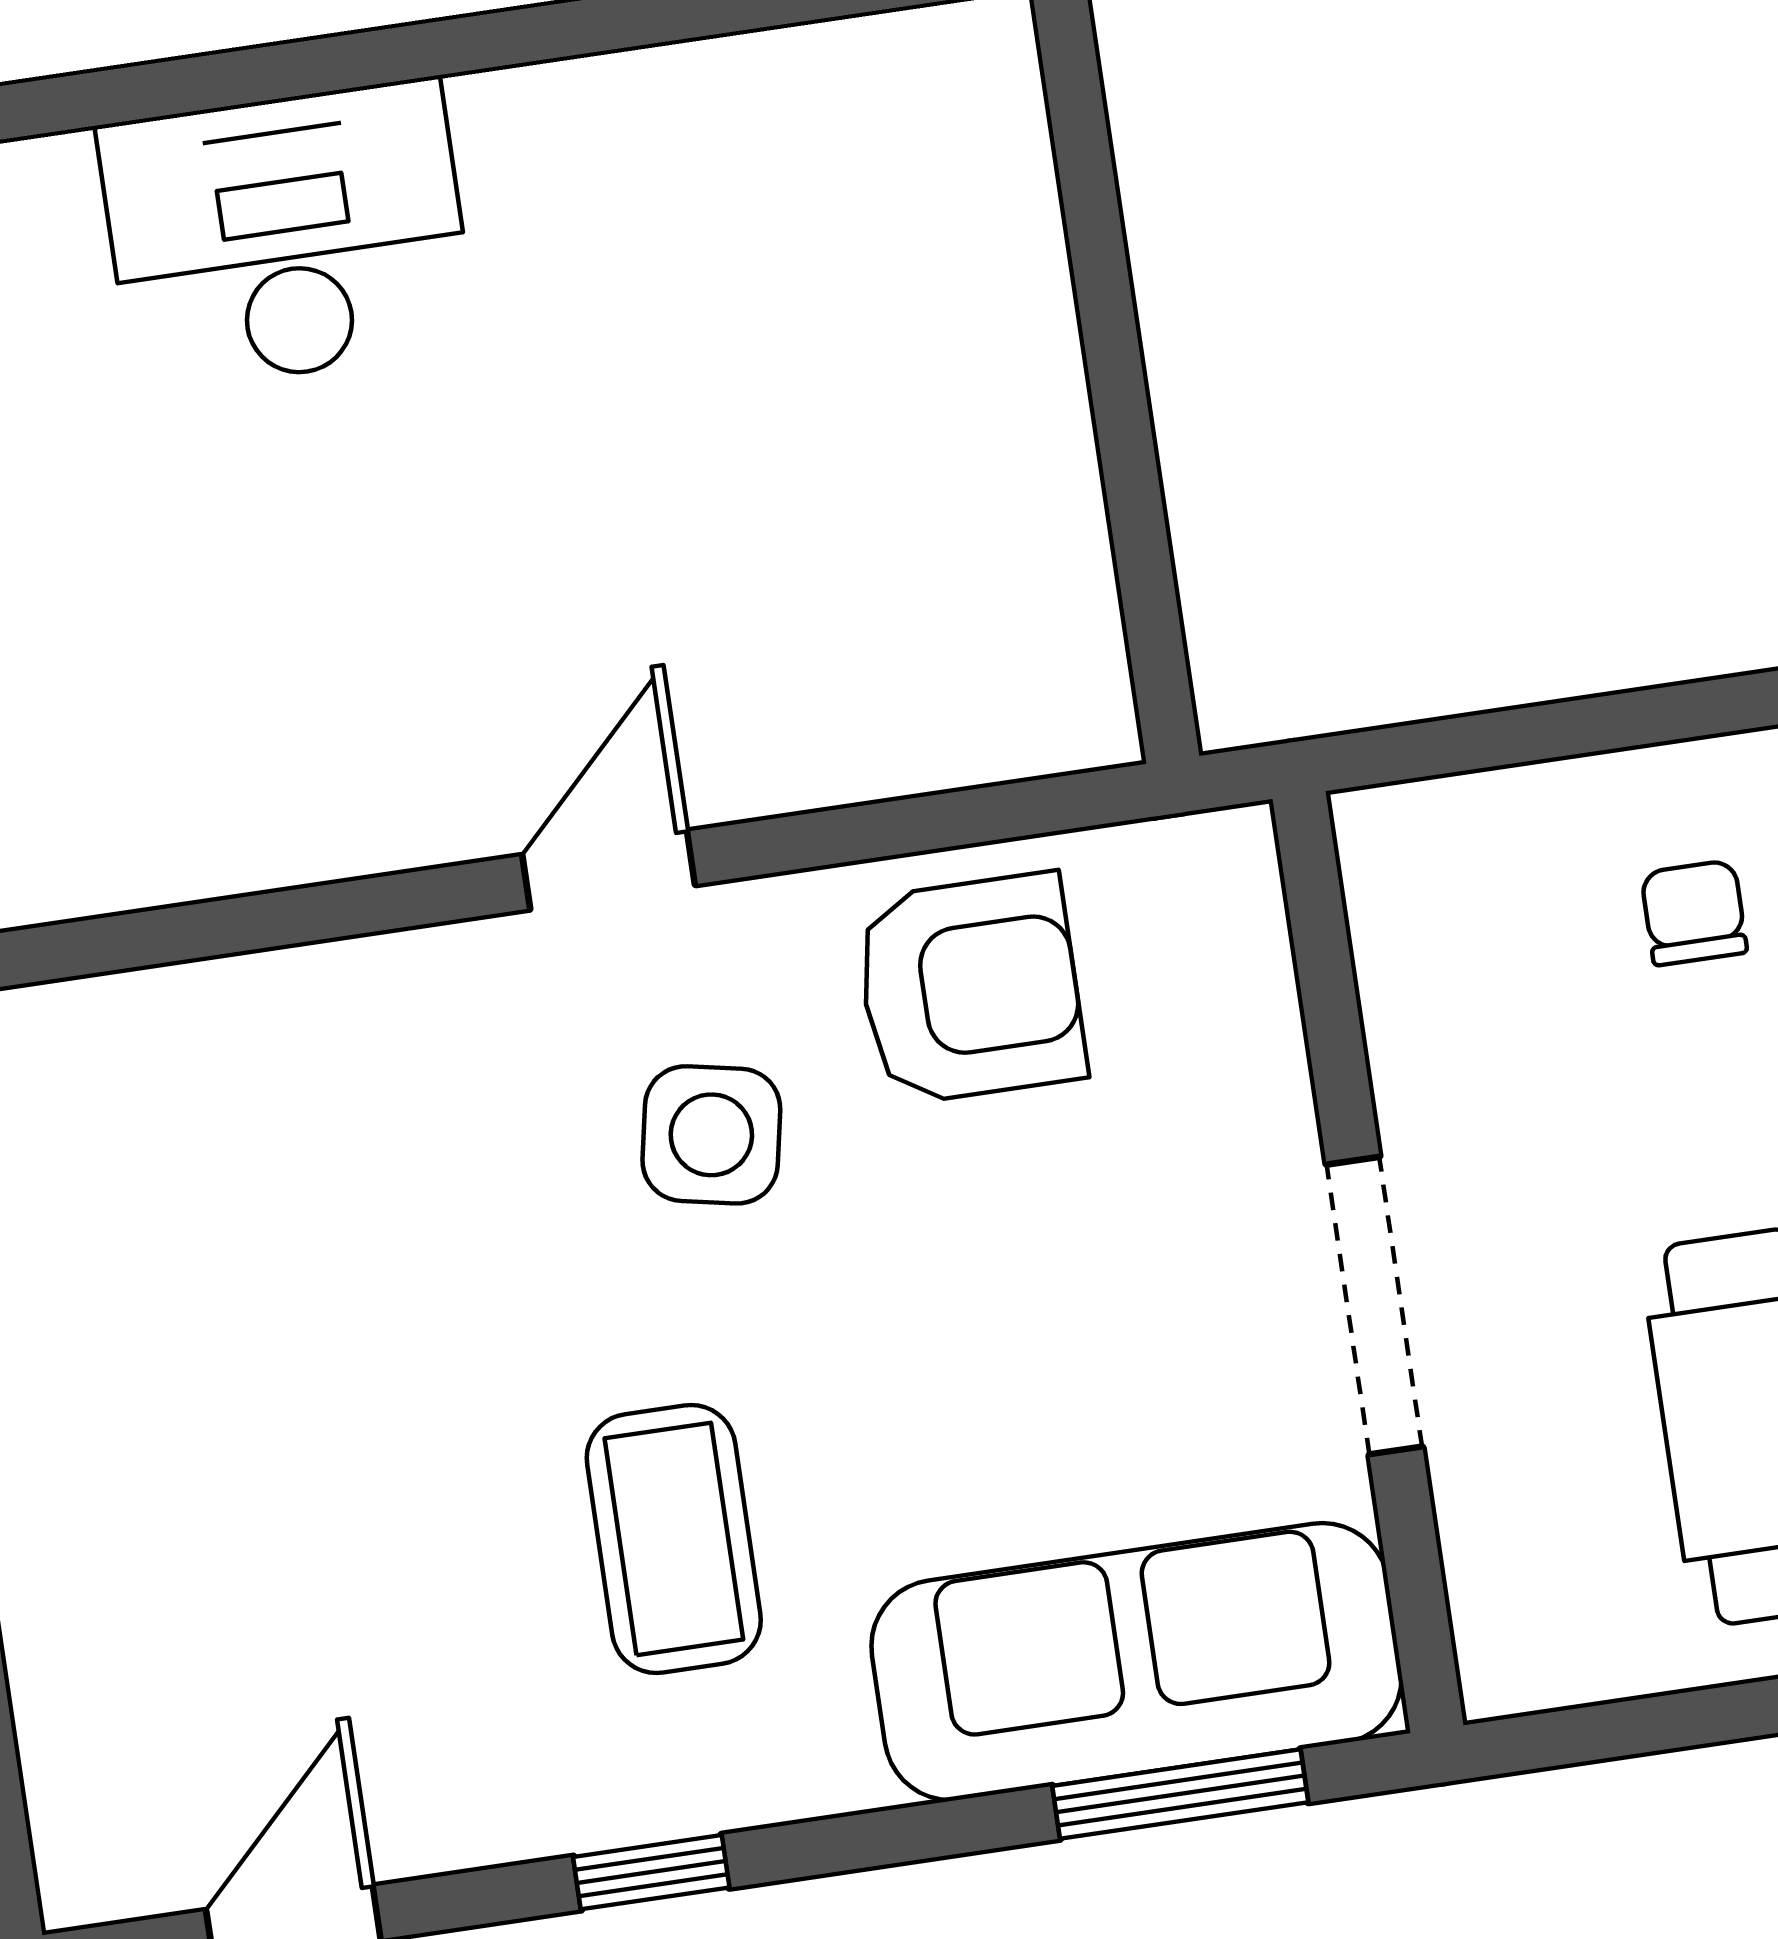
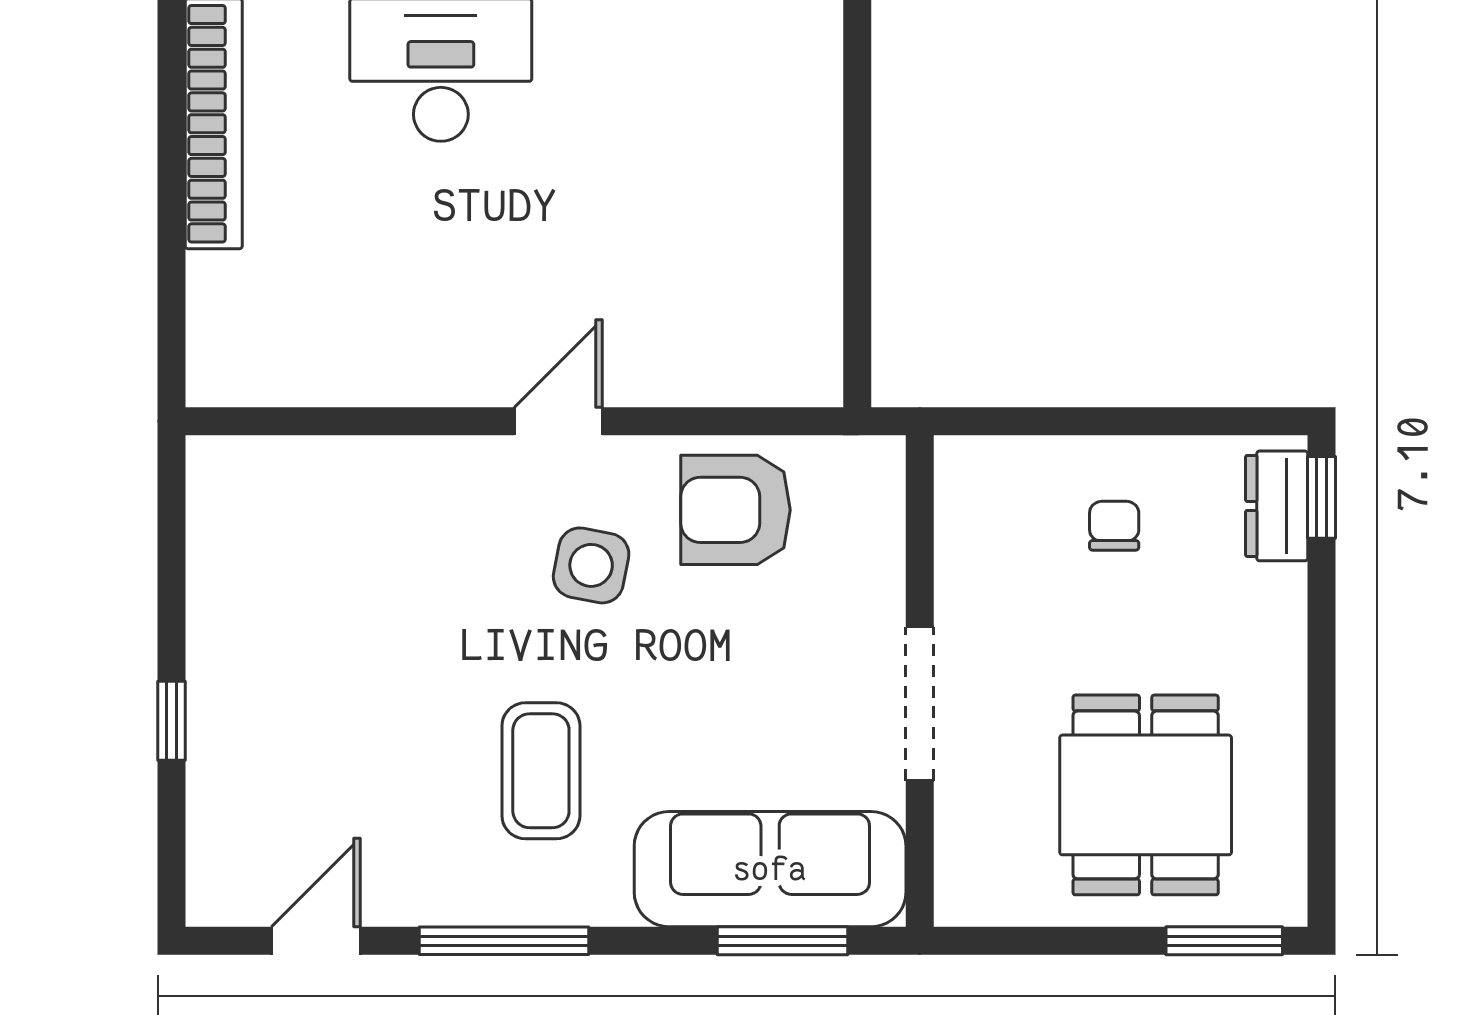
armchair: (970, 989) -> (735, 510), turned 180
window: (651, 1872) -> (504, 941), width x2.17

